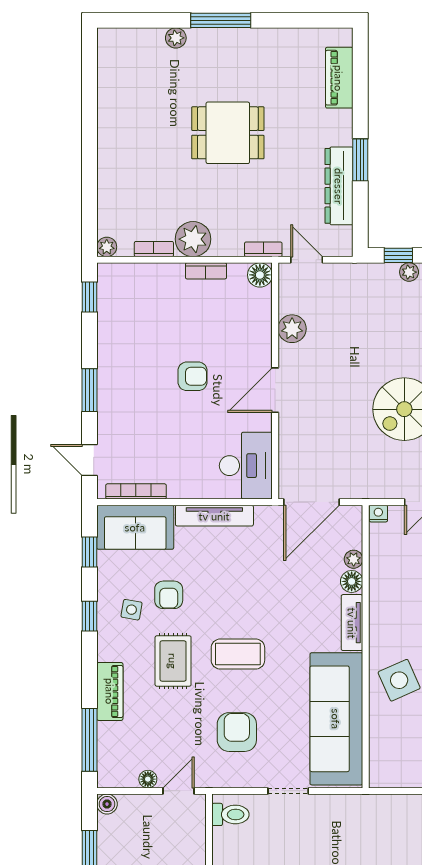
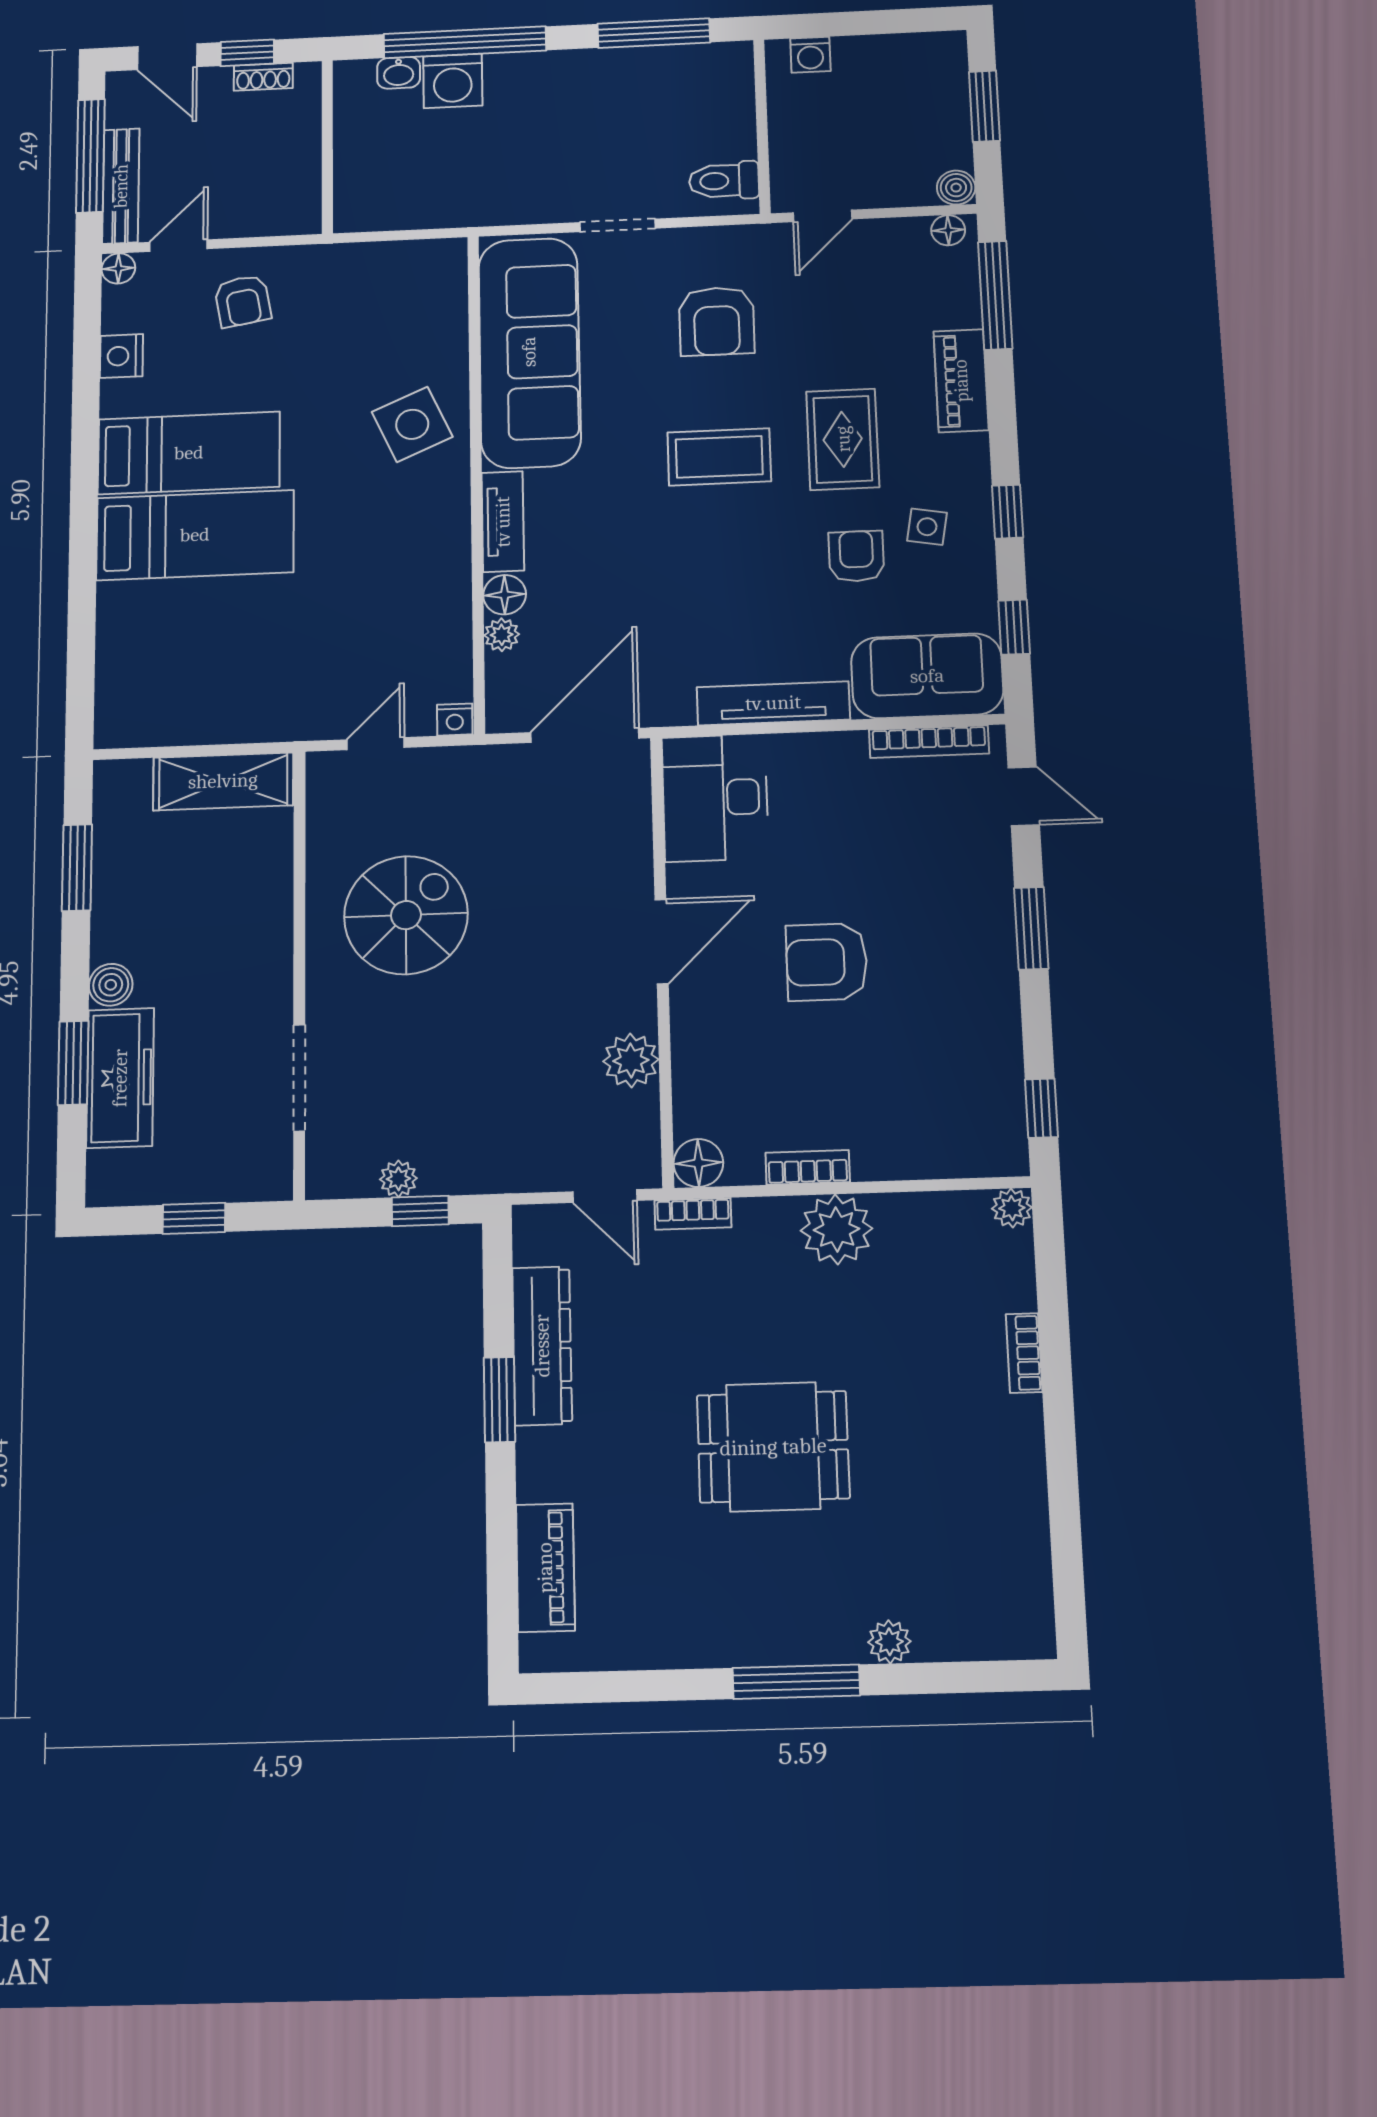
bookcase: (154, 249) -> (1024, 1353), moved, turned 90
armchair: (193, 376) -> (827, 962), width x1.38, depth x1.38
floor lamp: (148, 779) -> (948, 230), moved

